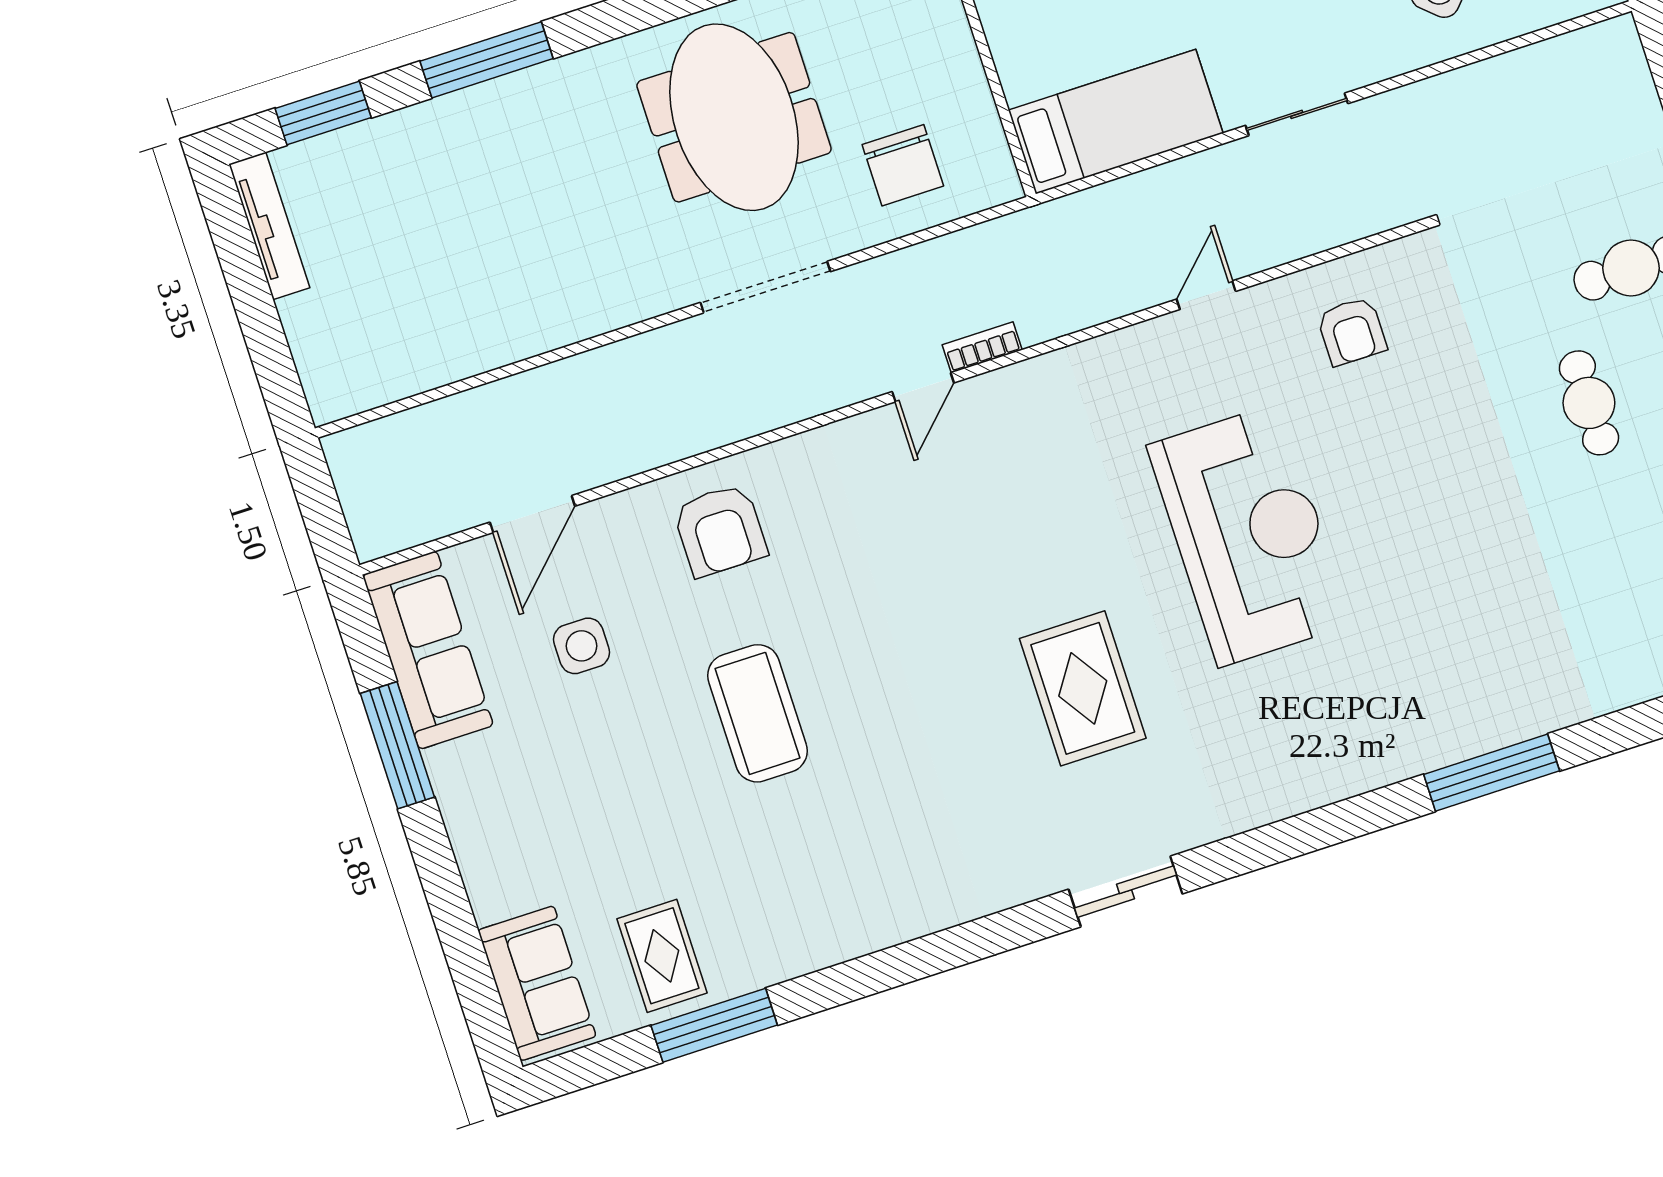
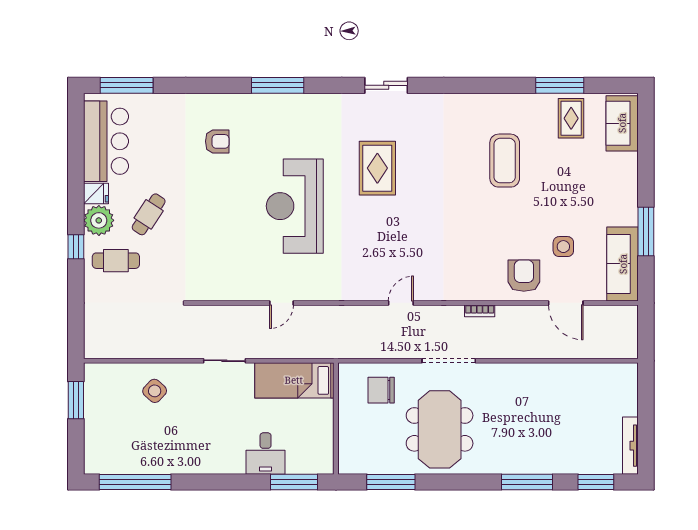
chair: (903, 165) -> (381, 390), turned -90
armchair: (1352, 331) -> (217, 141), moved, turned 90
bookcase: (982, 347) -> (480, 311), moved
cafe table: (1589, 403) -> (149, 214), turned 33
door: (532, 514) -> (566, 303), swing flipped
armchair: (720, 530) -> (524, 276), moved
coffee table: (757, 713) -> (505, 161), moved
window: (1492, 773) -> (278, 85), moved

